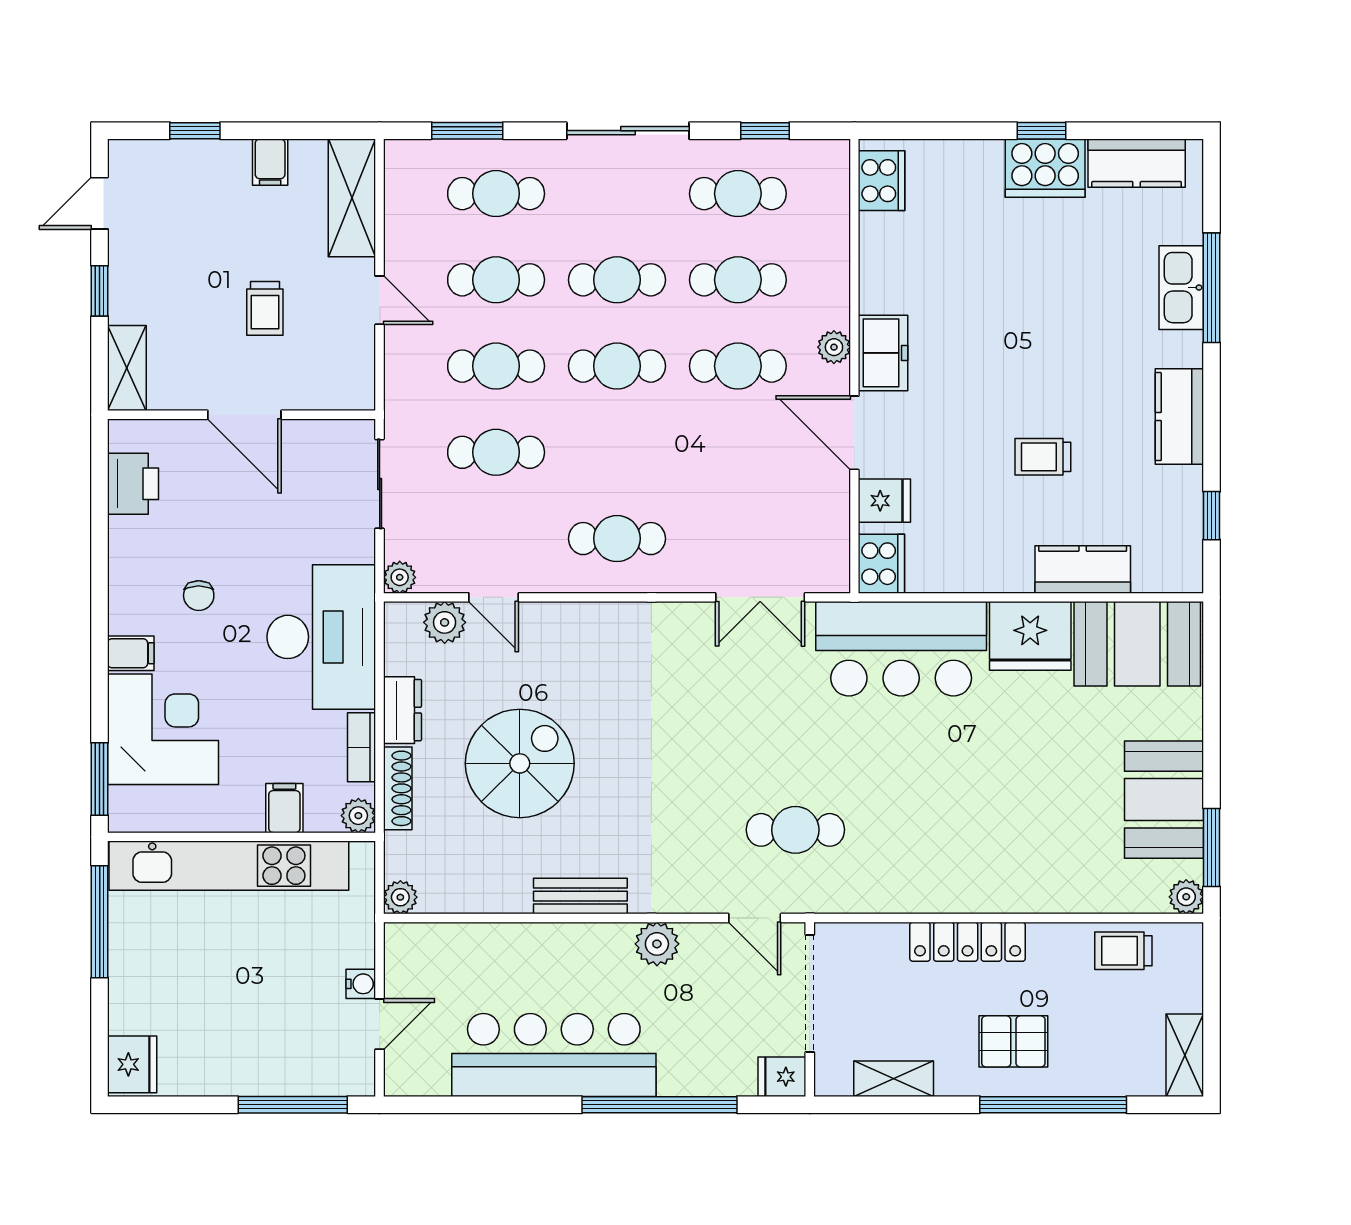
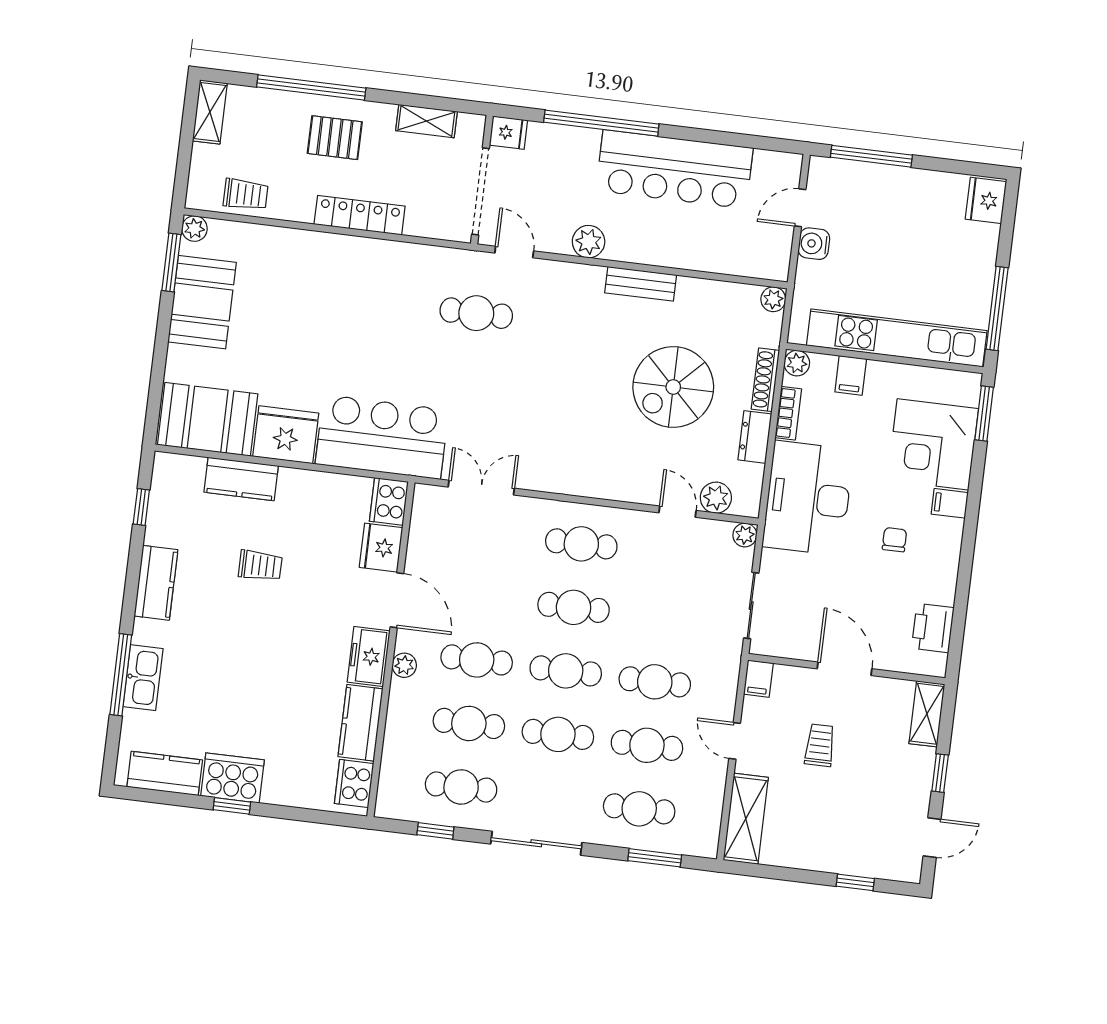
filing cabinet: (270, 162) -> (758, 679), moved, turned 180
kitchen counter: (883, 263) -> (360, 723), added
cafe table: (496, 452) -> (574, 607), moved
fridge: (884, 501) -> (381, 548), width x1.38
water cooler: (361, 984) -> (814, 244), width x1.38, depth x1.38

